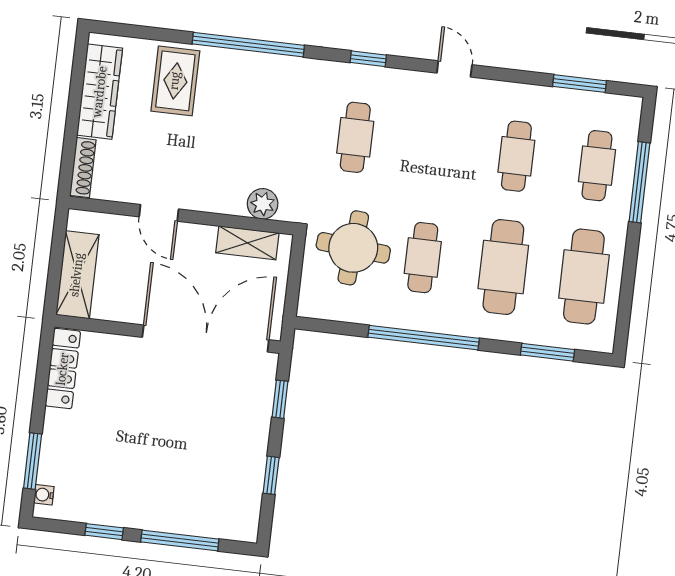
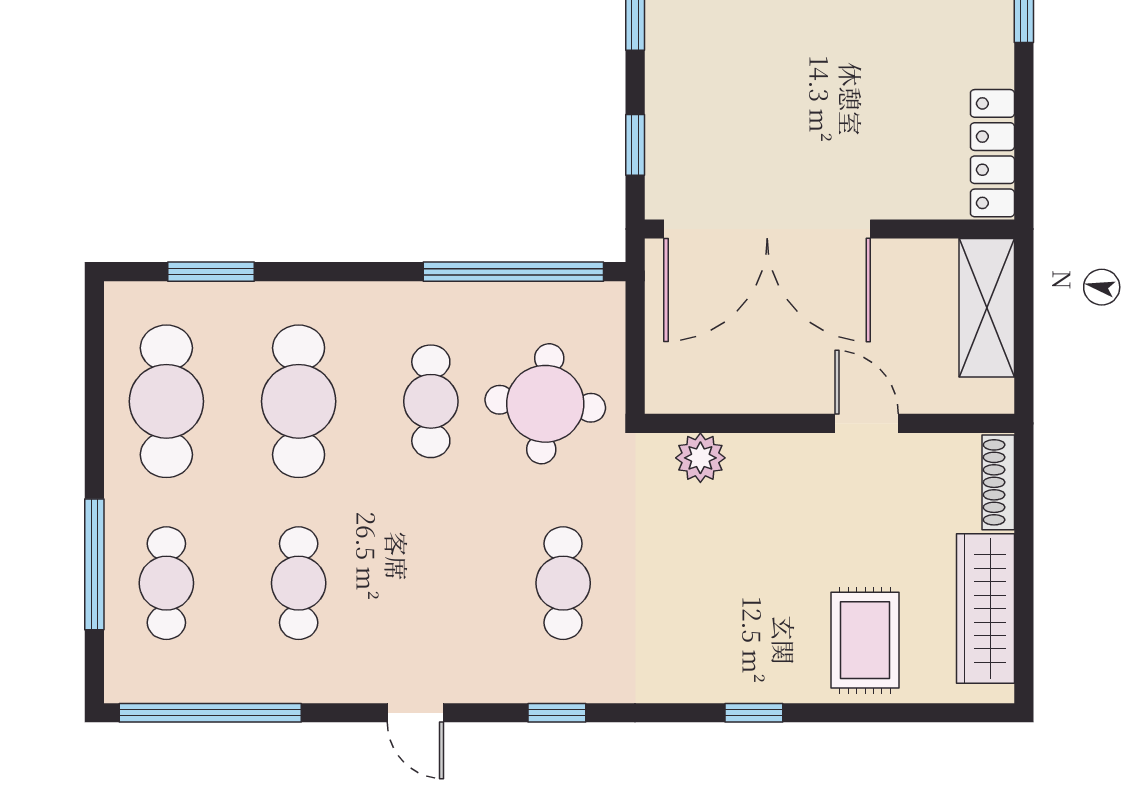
window: (248, 45) -> (754, 713), width x0.32
window: (579, 84) -> (210, 713), width x2.11
shelving: (247, 243) -> (718, 392), removed
window: (424, 338) -> (513, 272), moved

